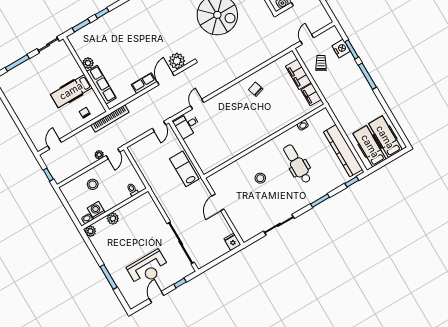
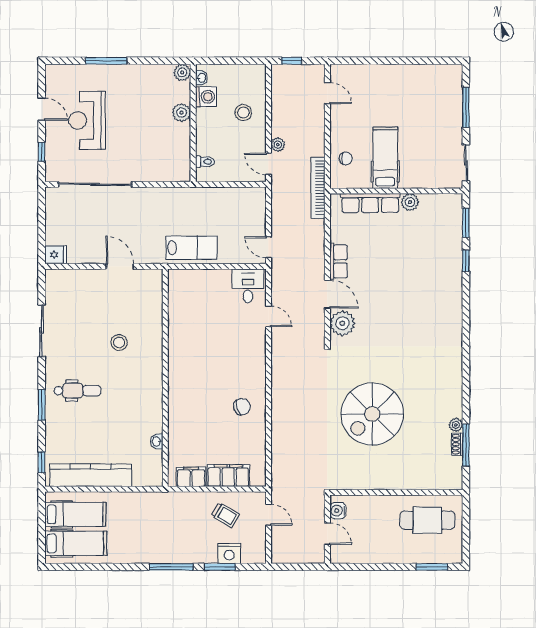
dental chair: (297, 164) -> (77, 391), moved, width x0.73, depth x0.72

